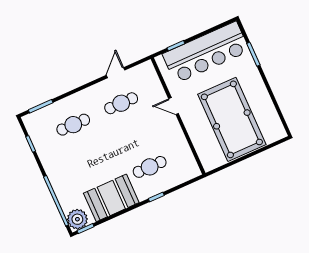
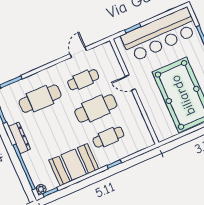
cafe table: (73, 125) -> (40, 99), width x1.37, depth x1.35
cafe table: (135, 135) -> (96, 108), added
dresser: (51, 168) -> (19, 138), added
plant: (77, 219) -> (41, 189), width x0.53, depth x0.53

